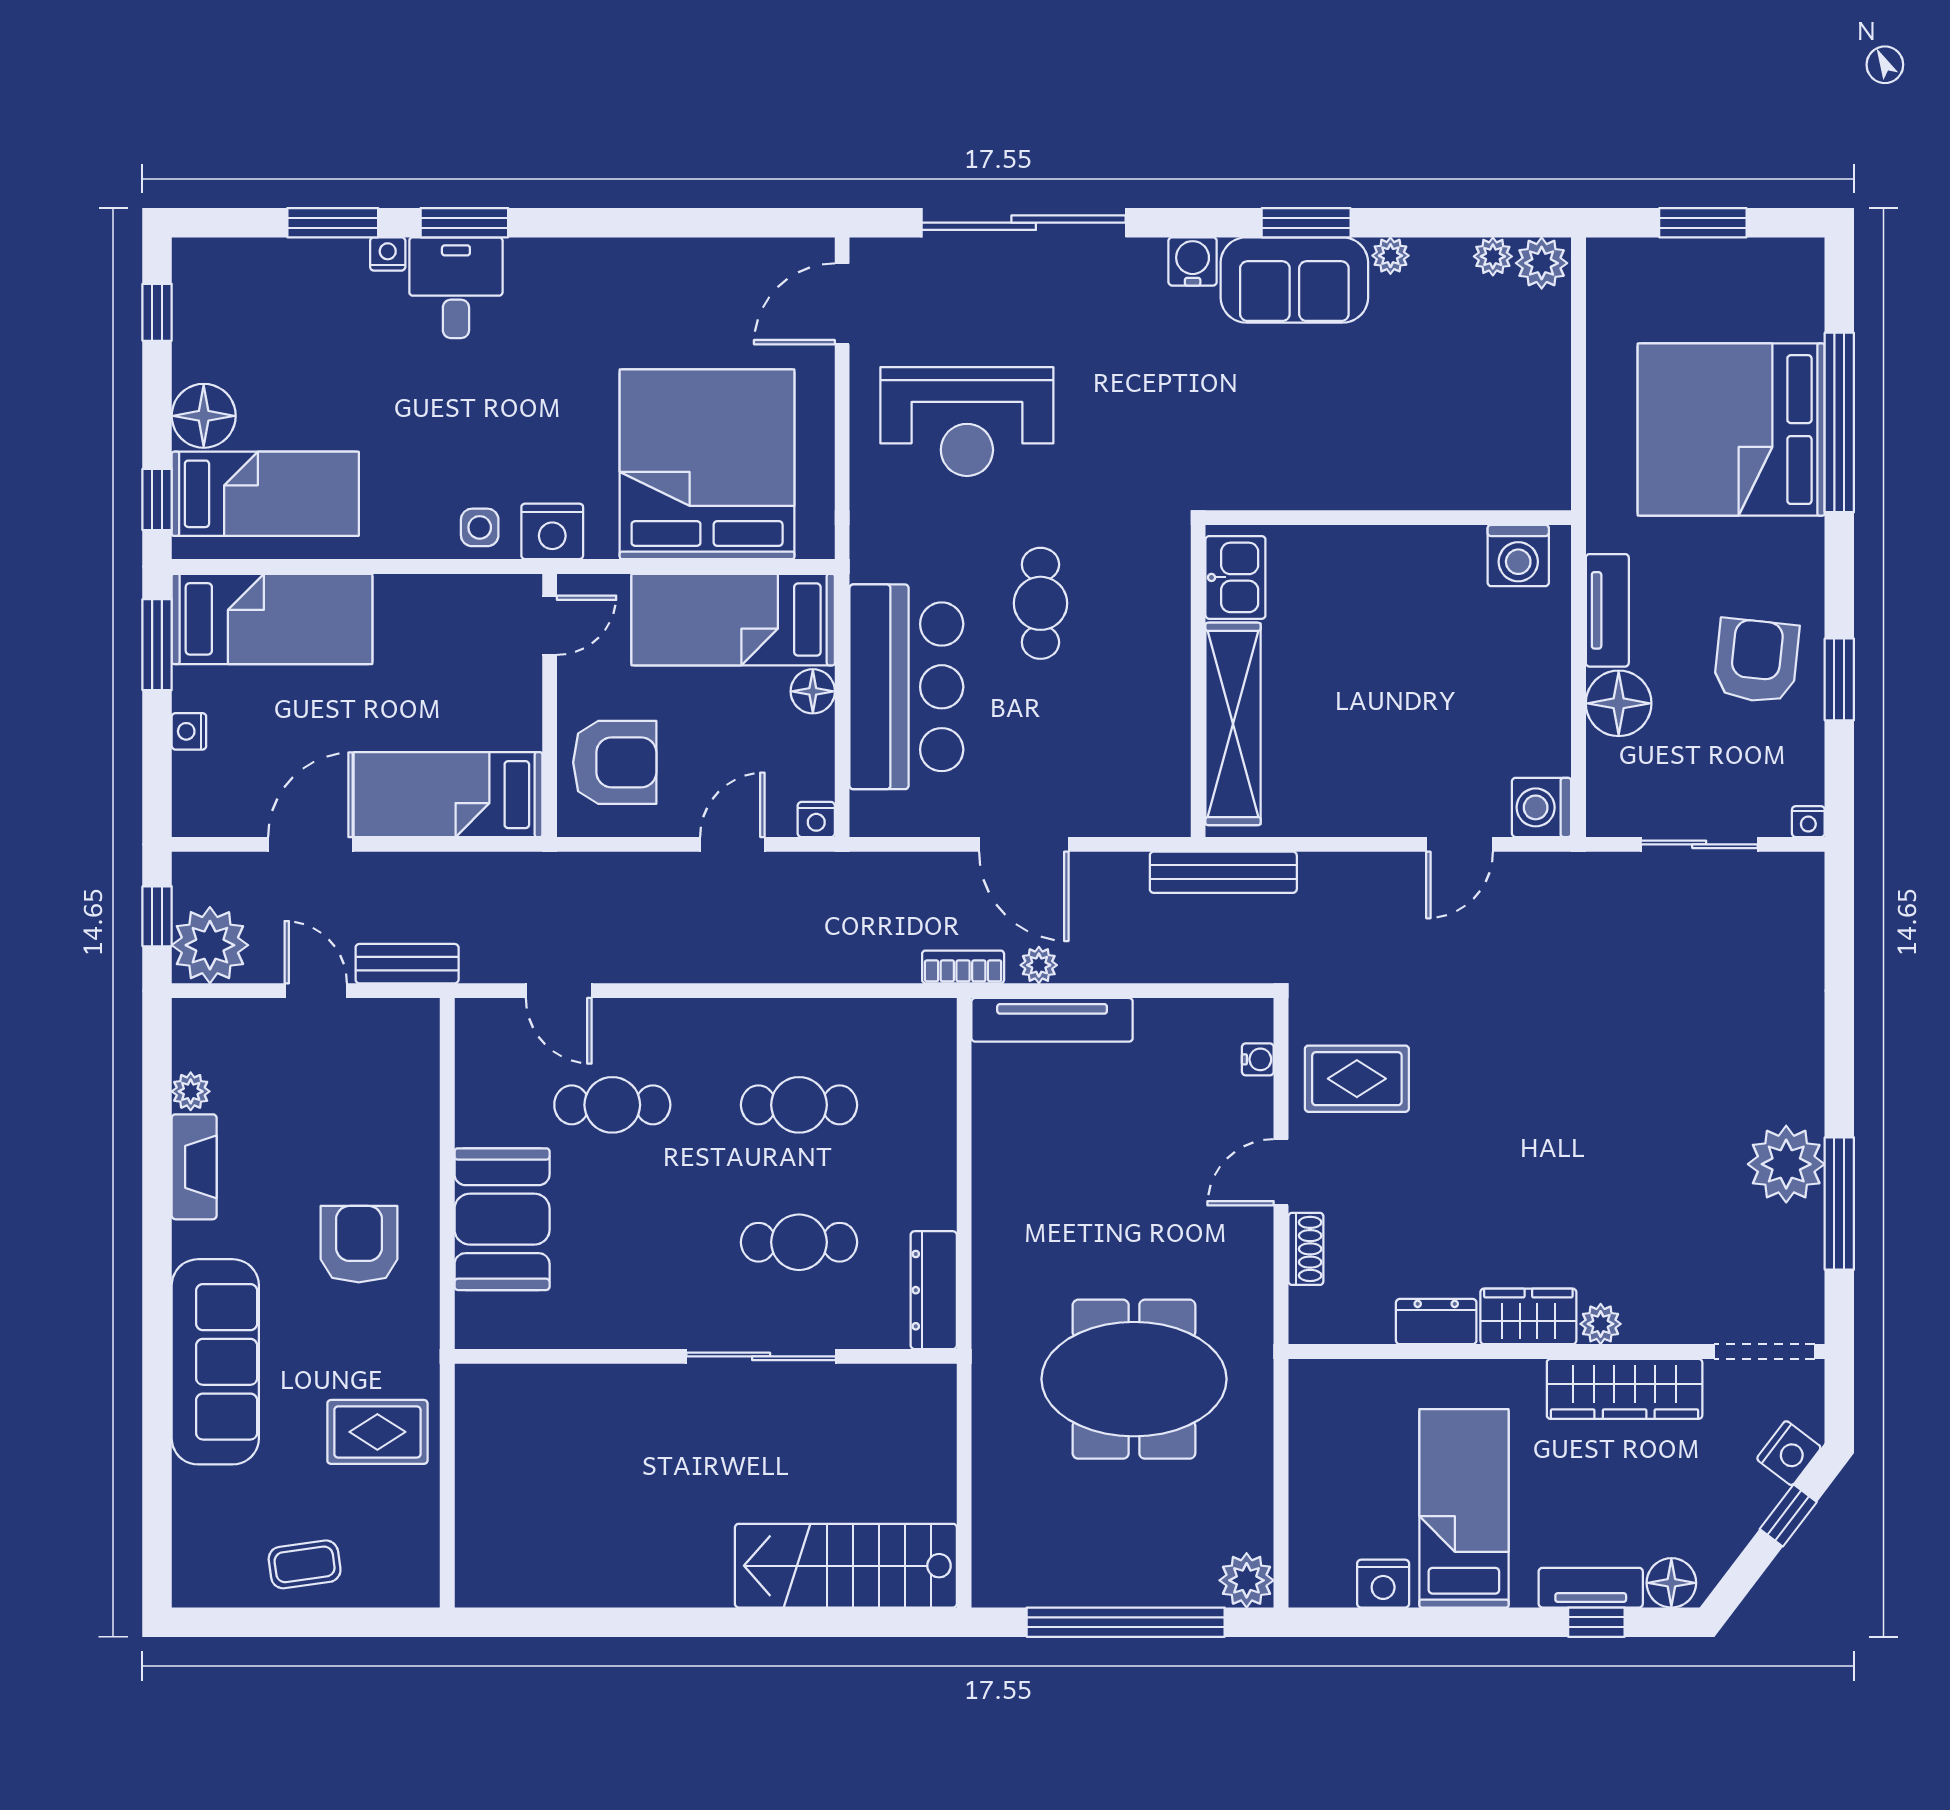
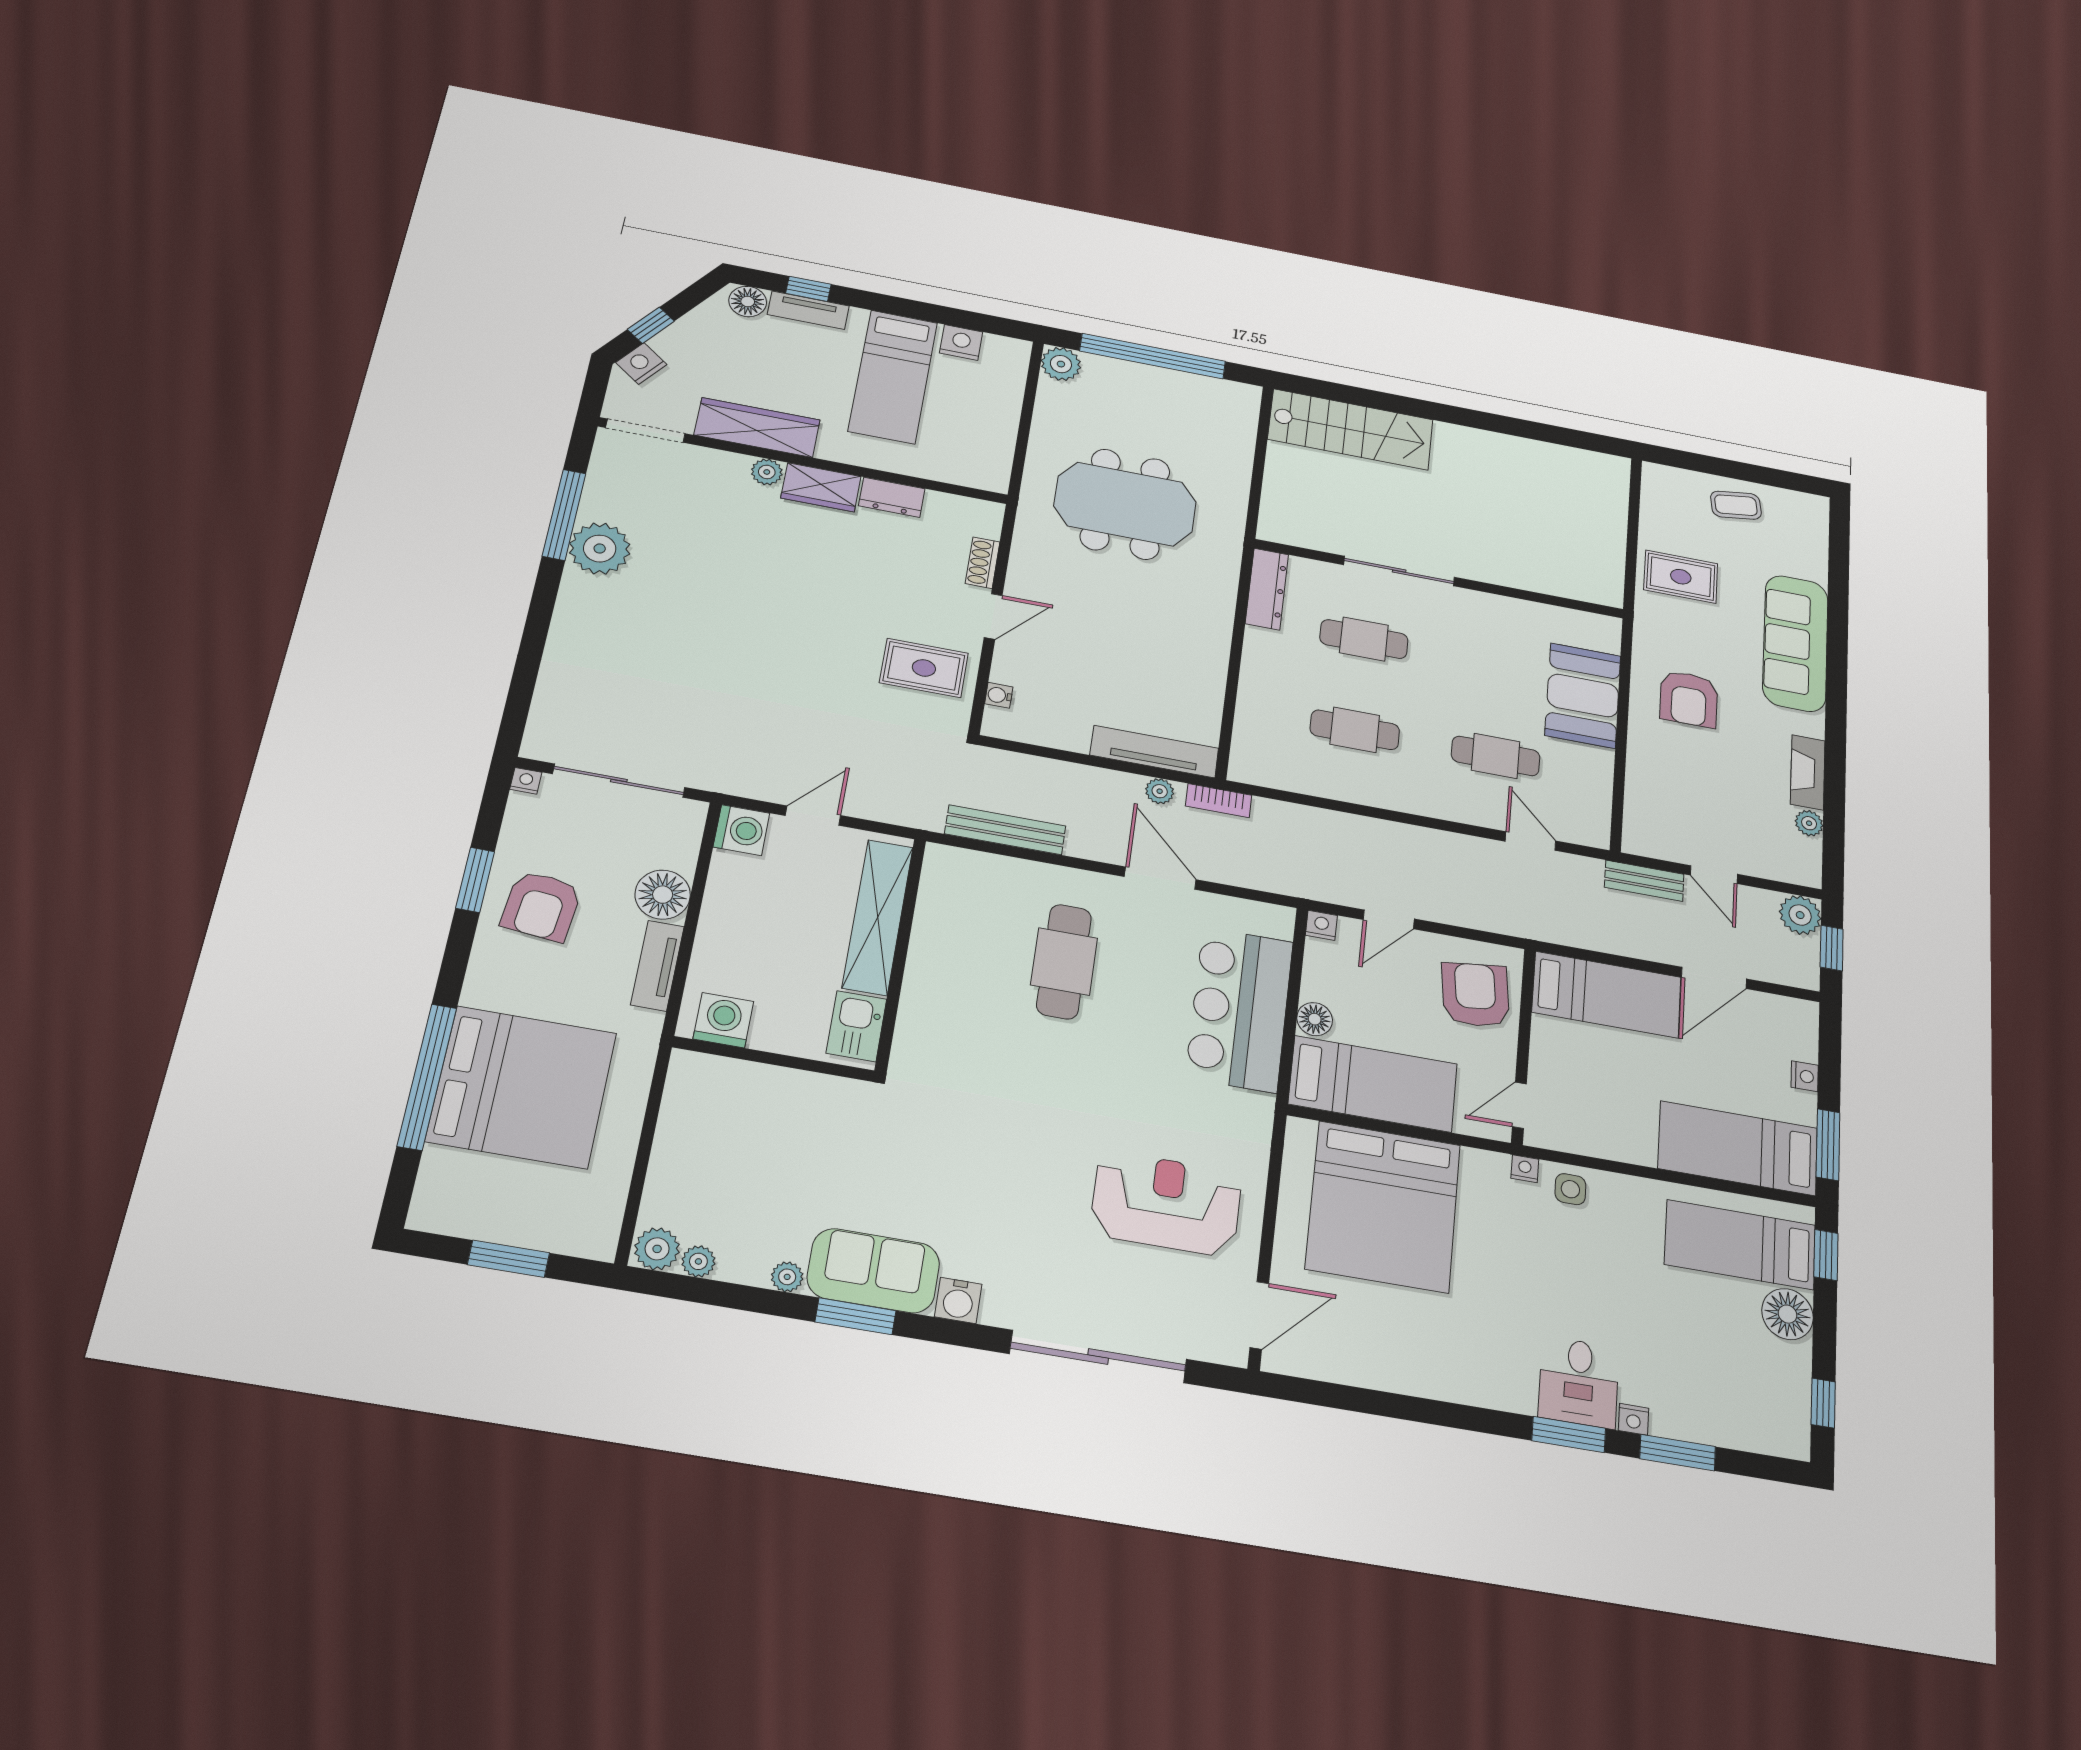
nightstand: (552, 531) -> (1525, 1169), width x0.53, depth x0.56
kitchen sink: (1235, 577) -> (856, 1026), moved
cafe table: (1040, 603) -> (1064, 961), moved, width x1.37, depth x1.35
wall: (1198, 681) -> (901, 954), moved
shelving: (1233, 724) -> (878, 917), moved
armchair: (615, 762) -> (1475, 995), turned 83
sliding door: (1699, 844) -> (619, 781), width x1.37
plant: (210, 945) -> (1800, 915), width x0.73, depth x0.73

